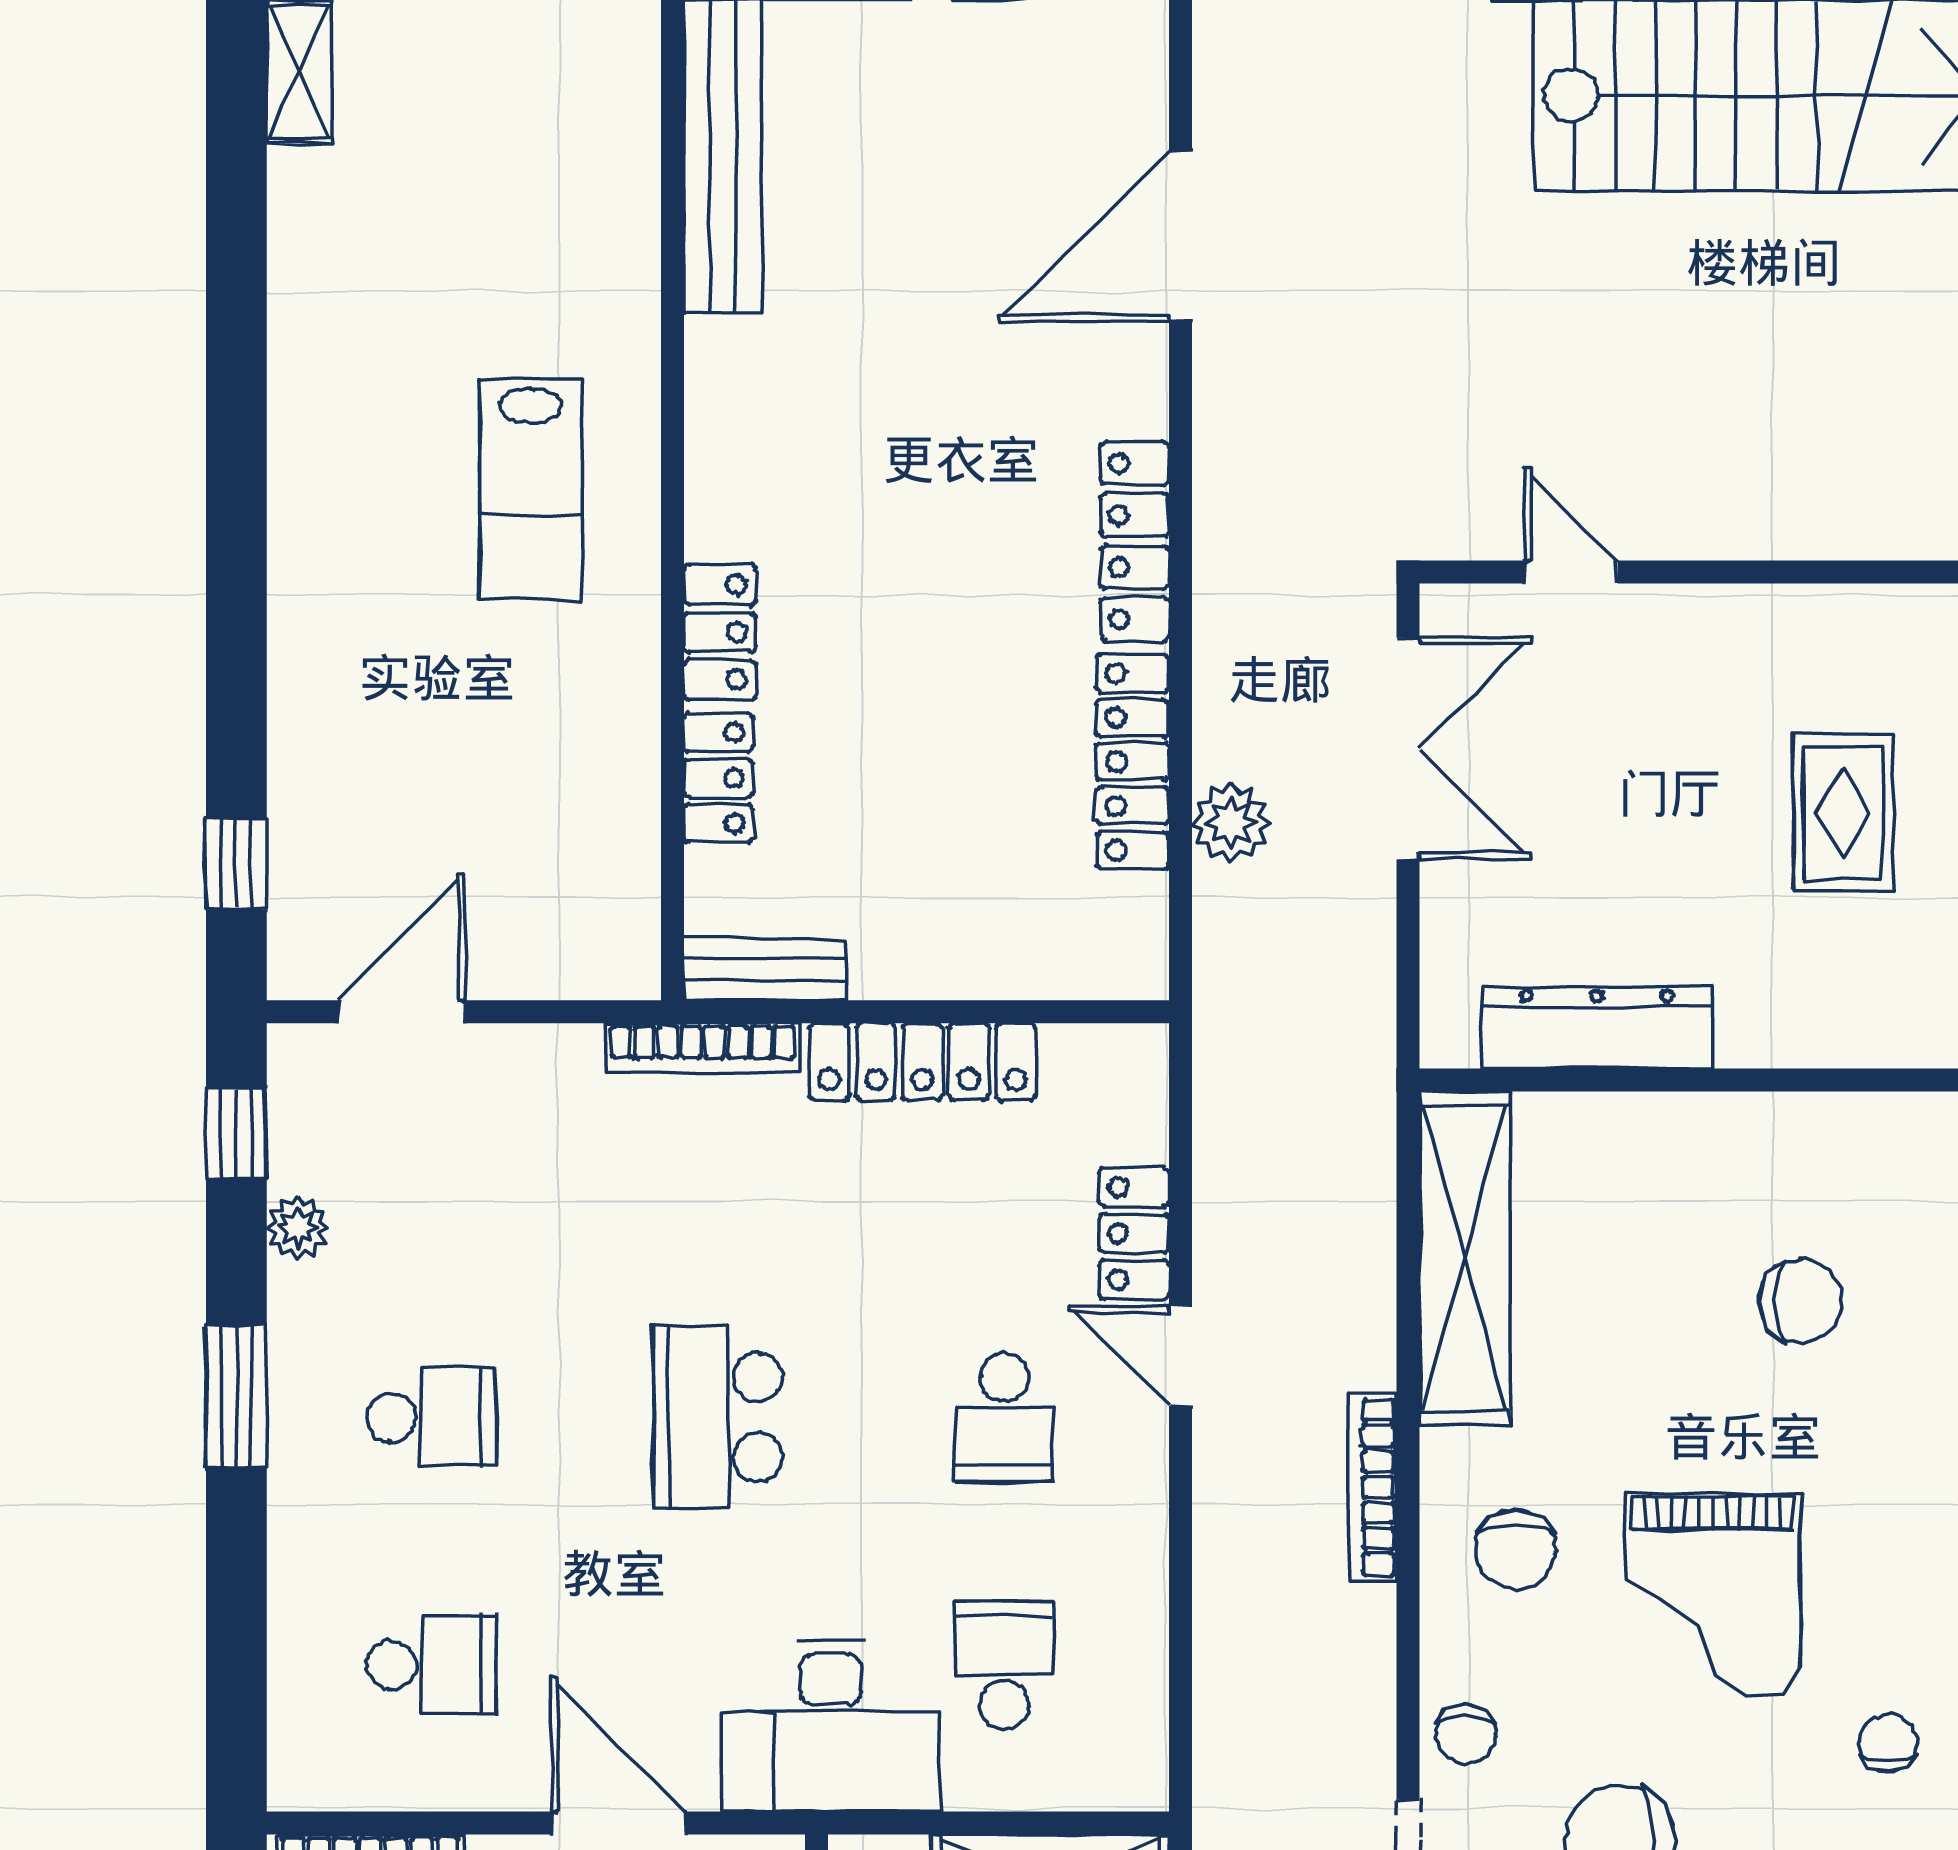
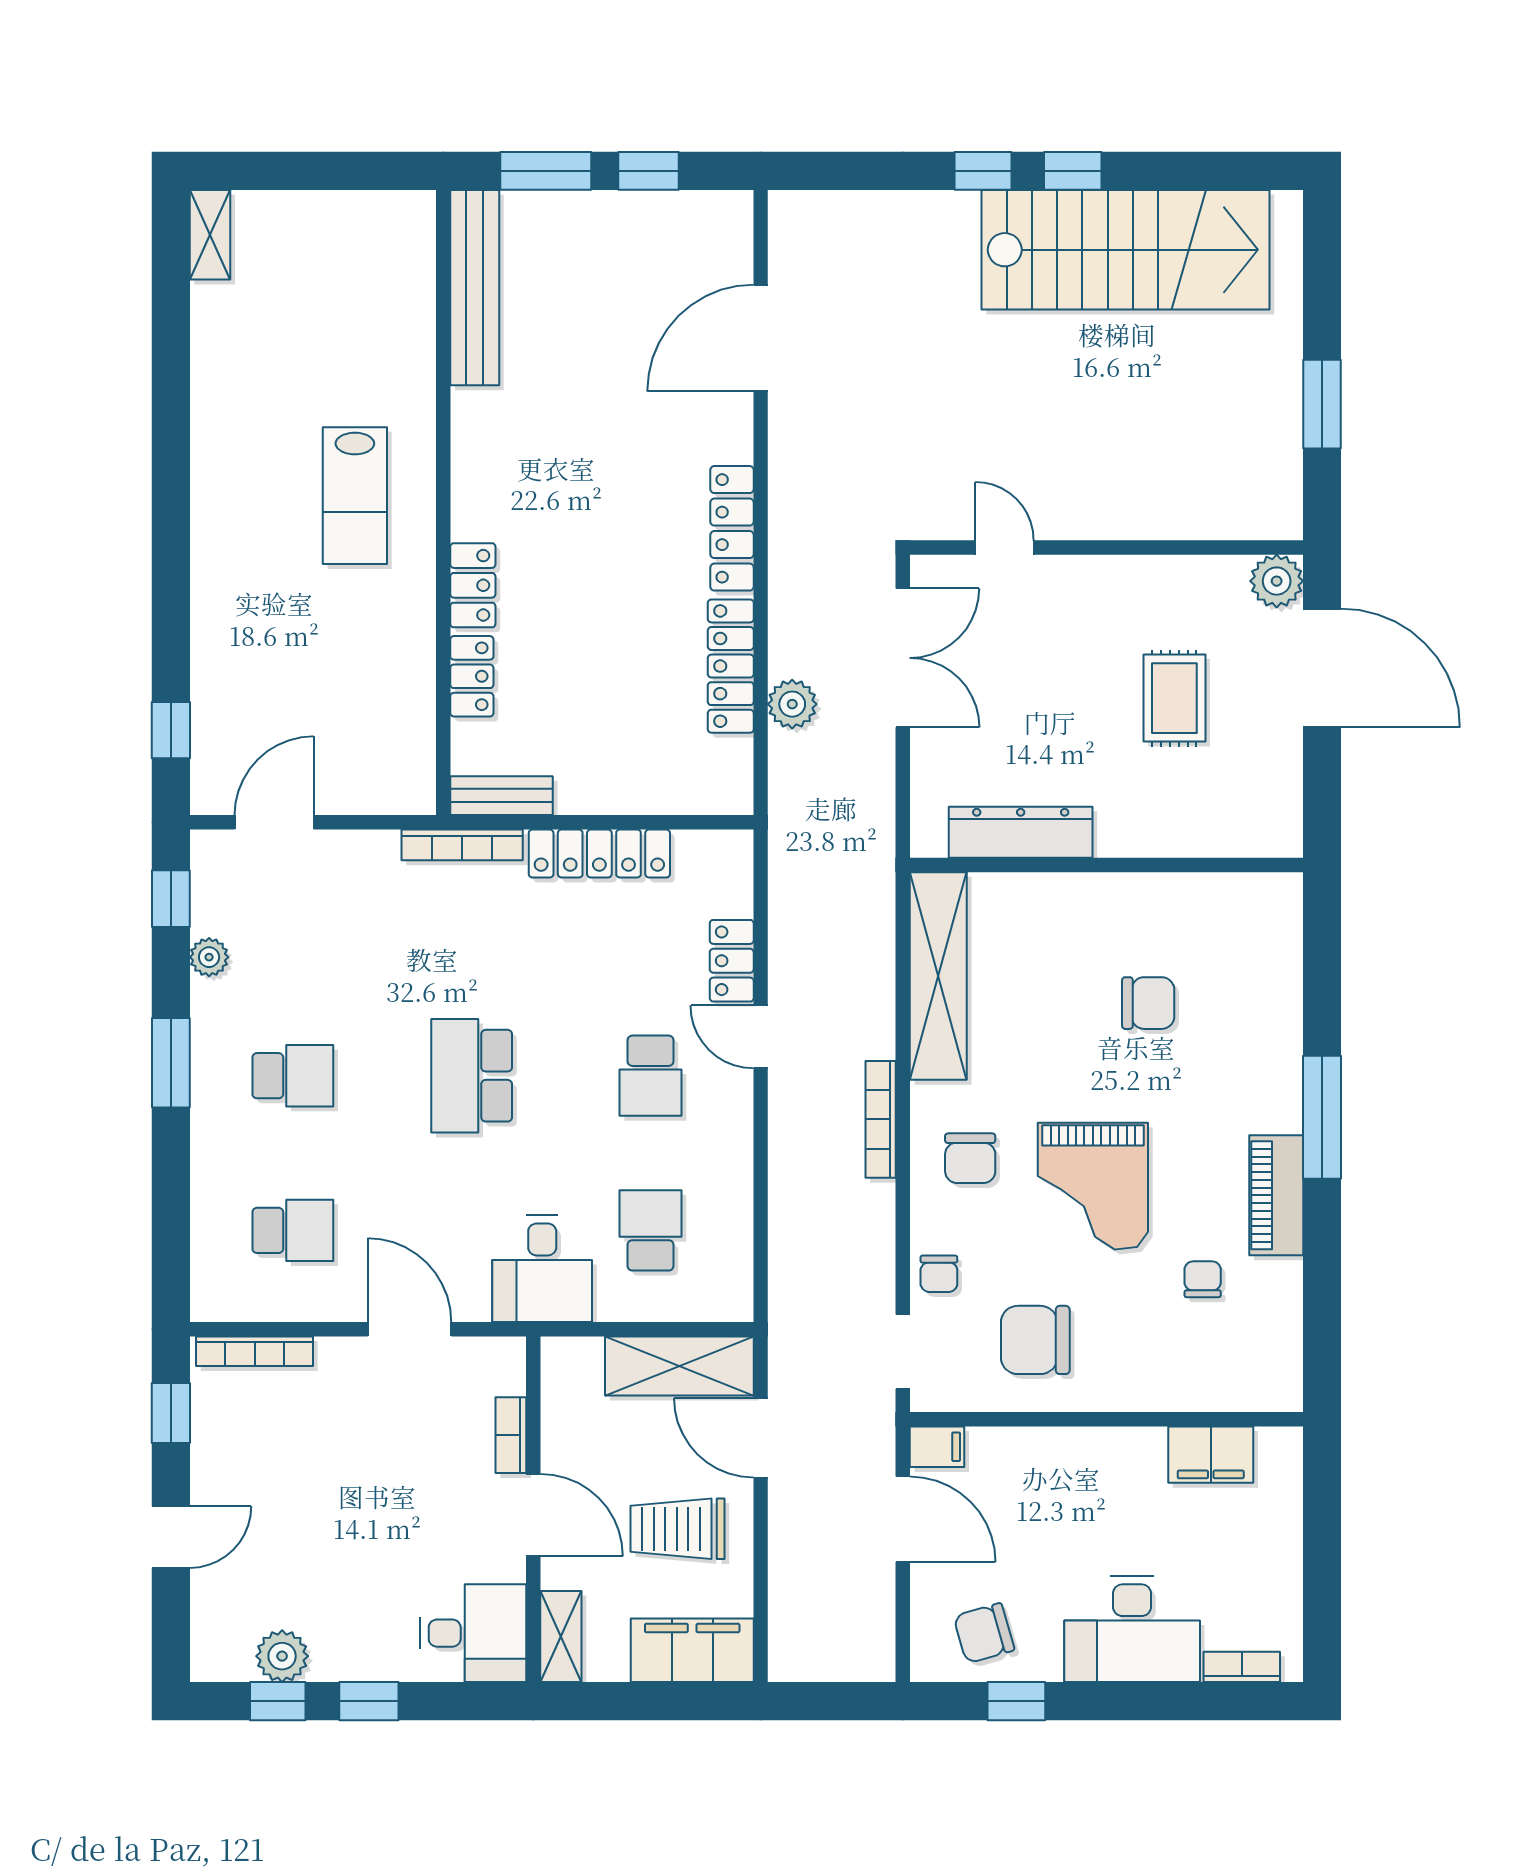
desk: (831, 1726) -> (542, 1268), width x0.73

